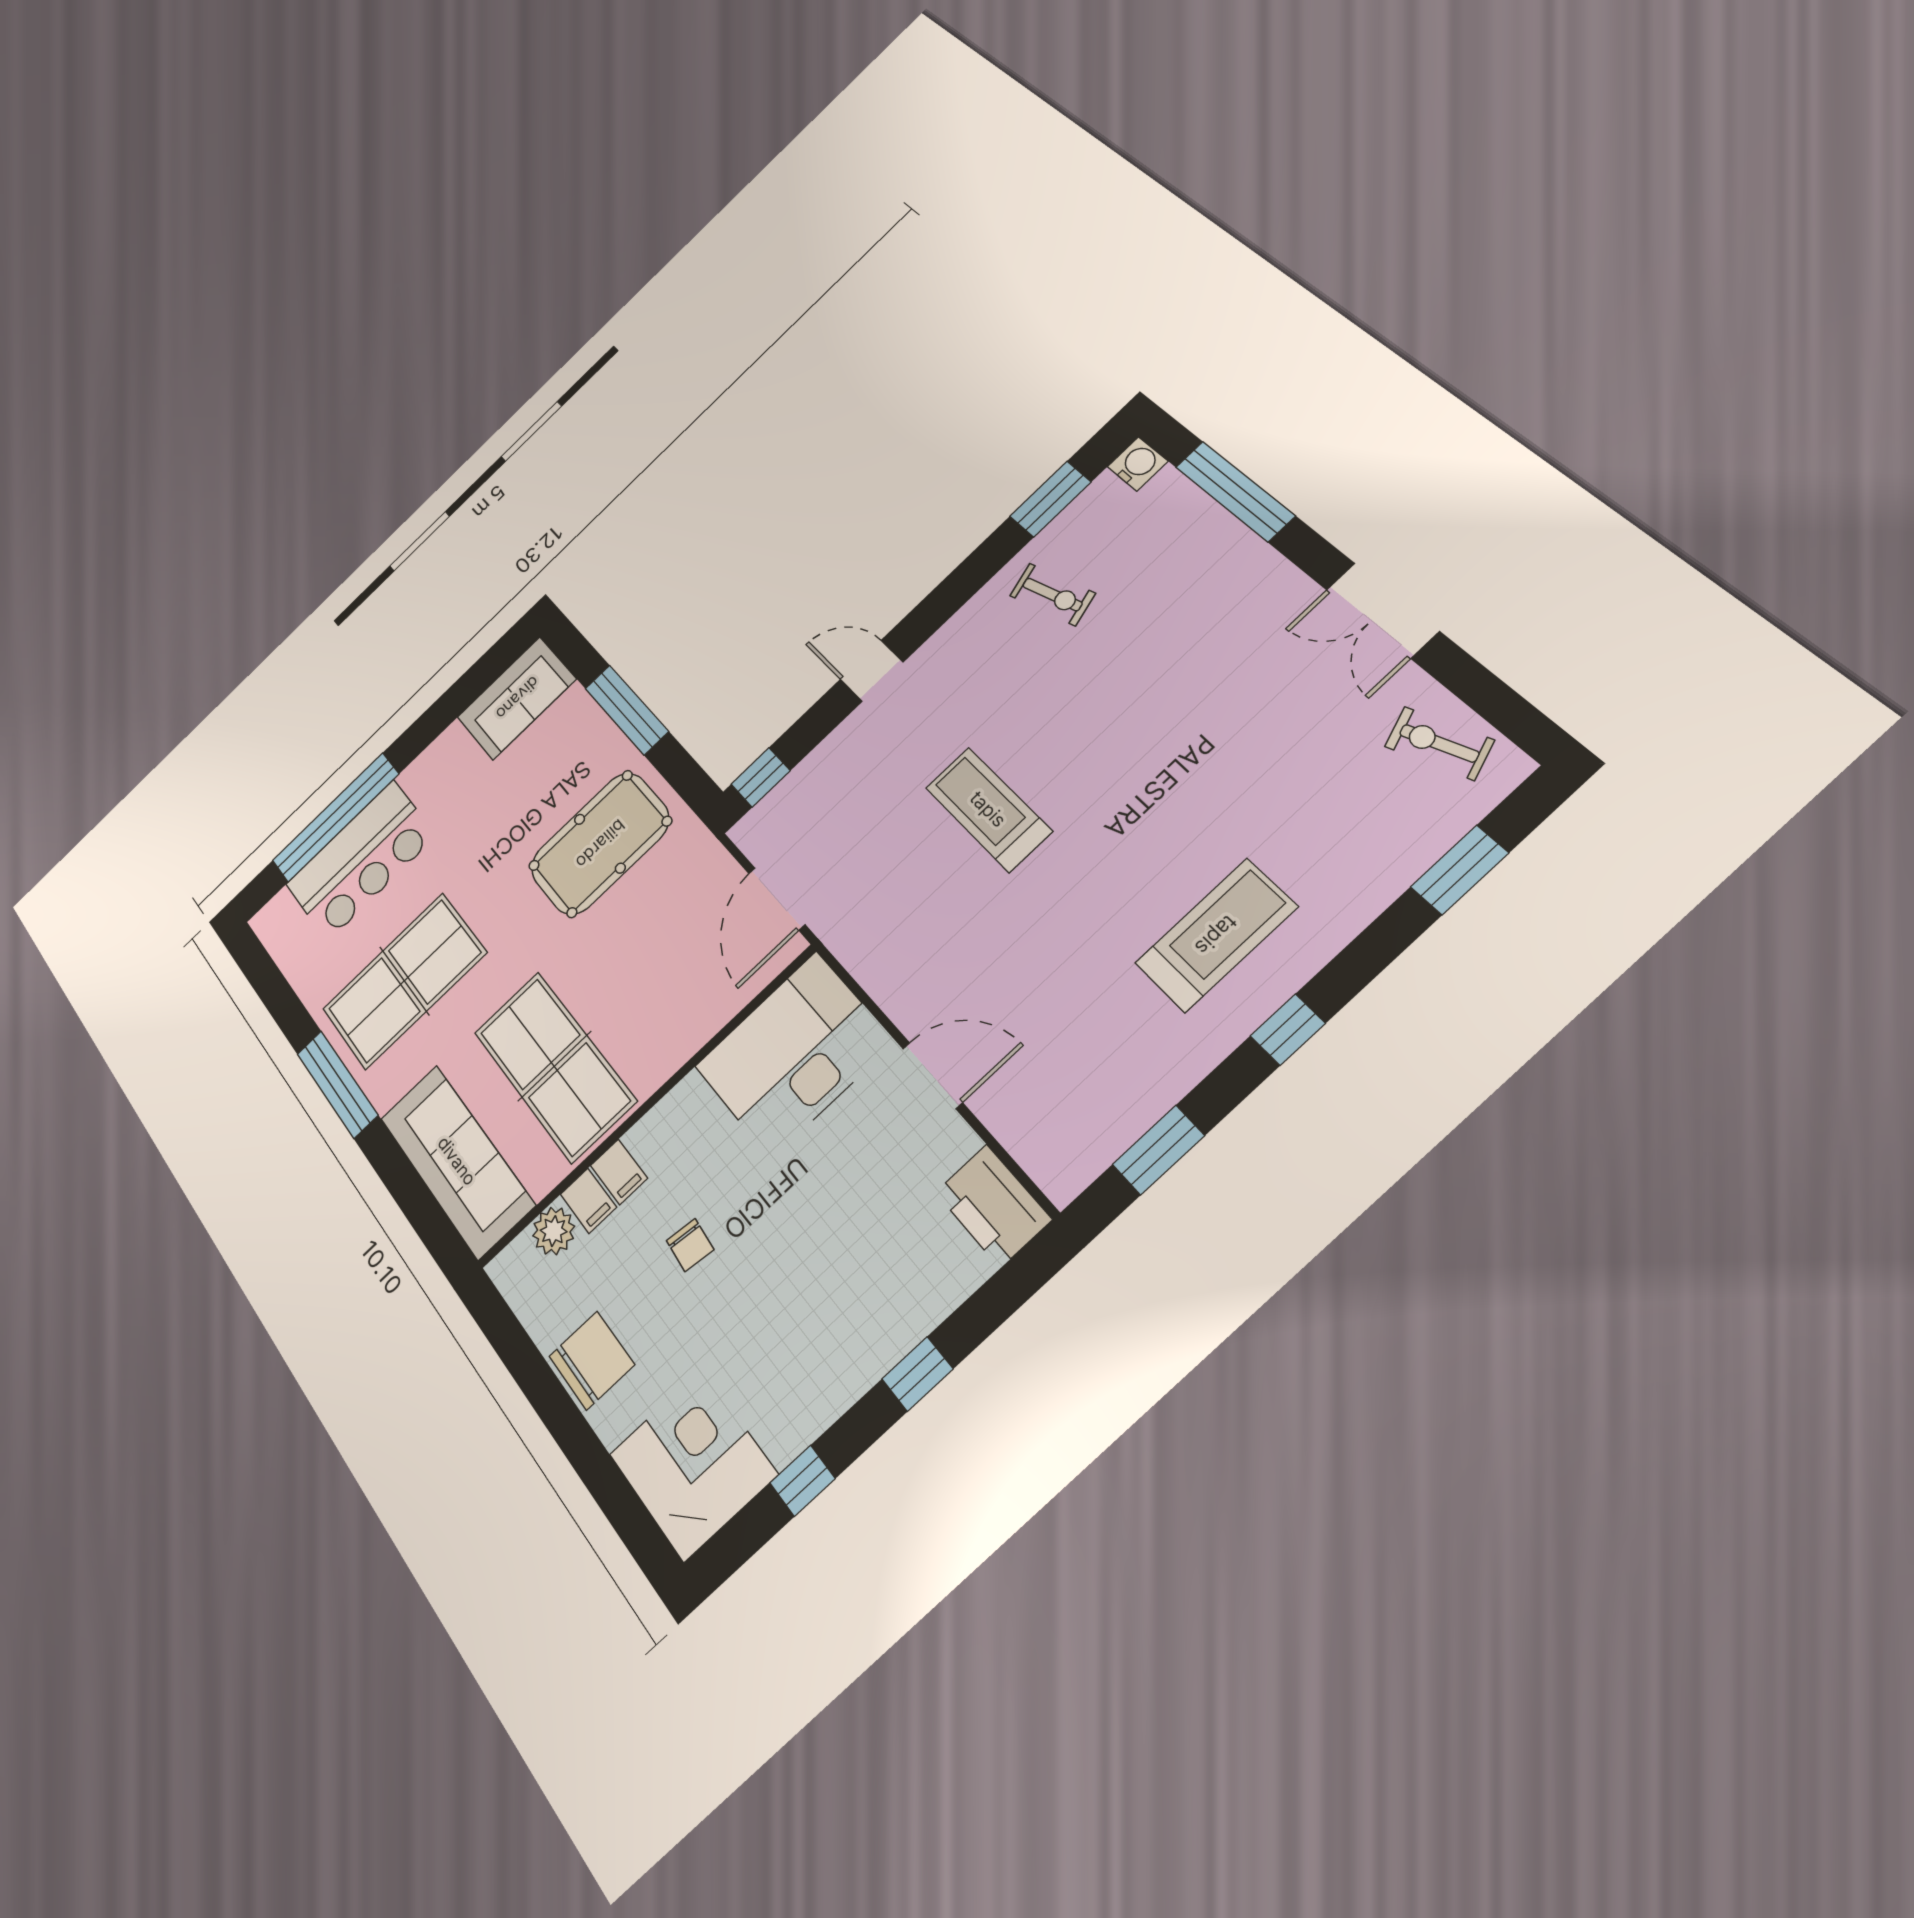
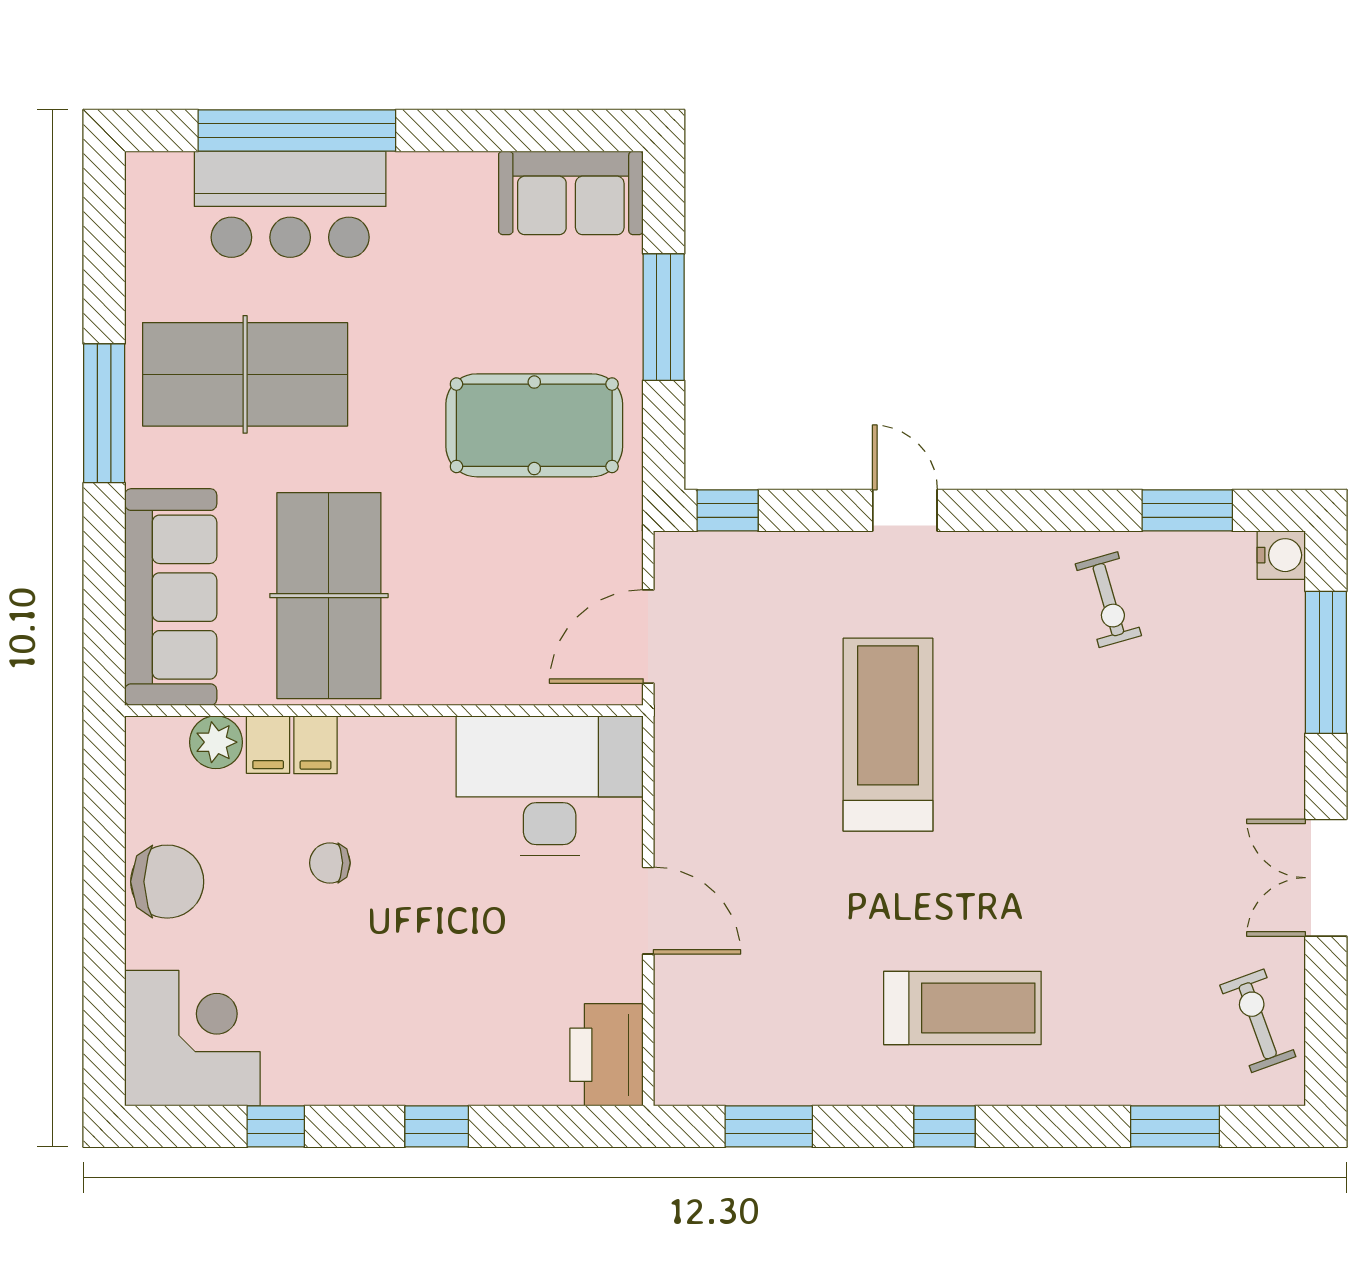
treadmill: (988, 809) -> (888, 735), width x1.37, depth x1.38
chair: (690, 1245) -> (330, 863), turned 84

